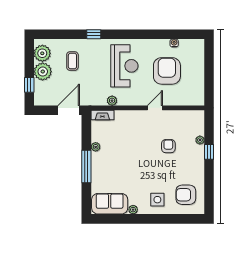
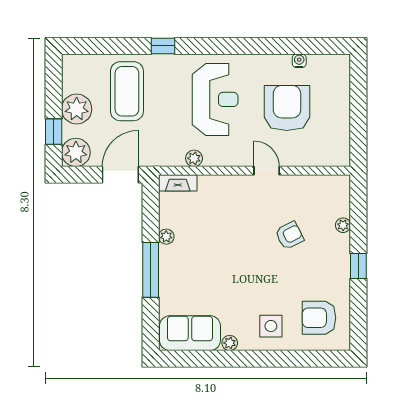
plant: (42, 53) -> (76, 152), moved
coffee table: (72, 61) -> (127, 91), width x1.86, depth x1.72
door: (155, 108) -> (267, 171), hinge flipped
armchair: (168, 146) -> (289, 235), turned 63
window: (209, 152) -> (358, 266), moved

